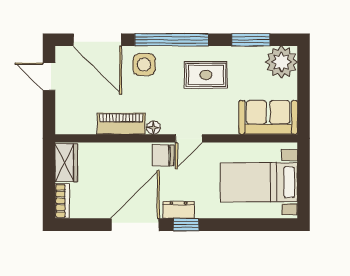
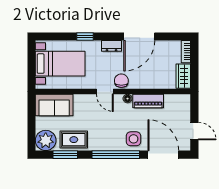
rug: (206, 75) -> (74, 140), moved
door: (189, 138) -> (105, 92), swing flipped
chair: (163, 155) -> (121, 81), turned -90
window: (186, 225) -> (85, 36), moved

